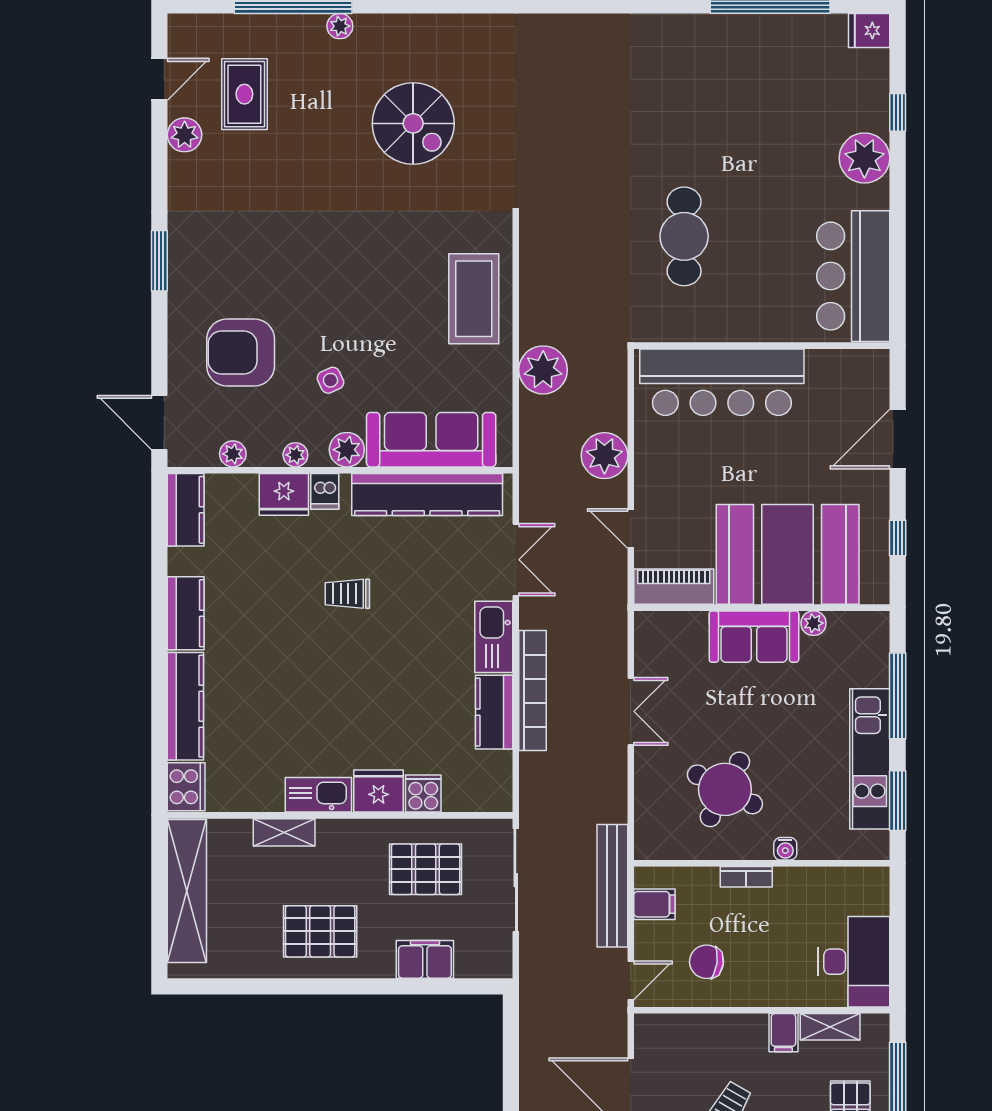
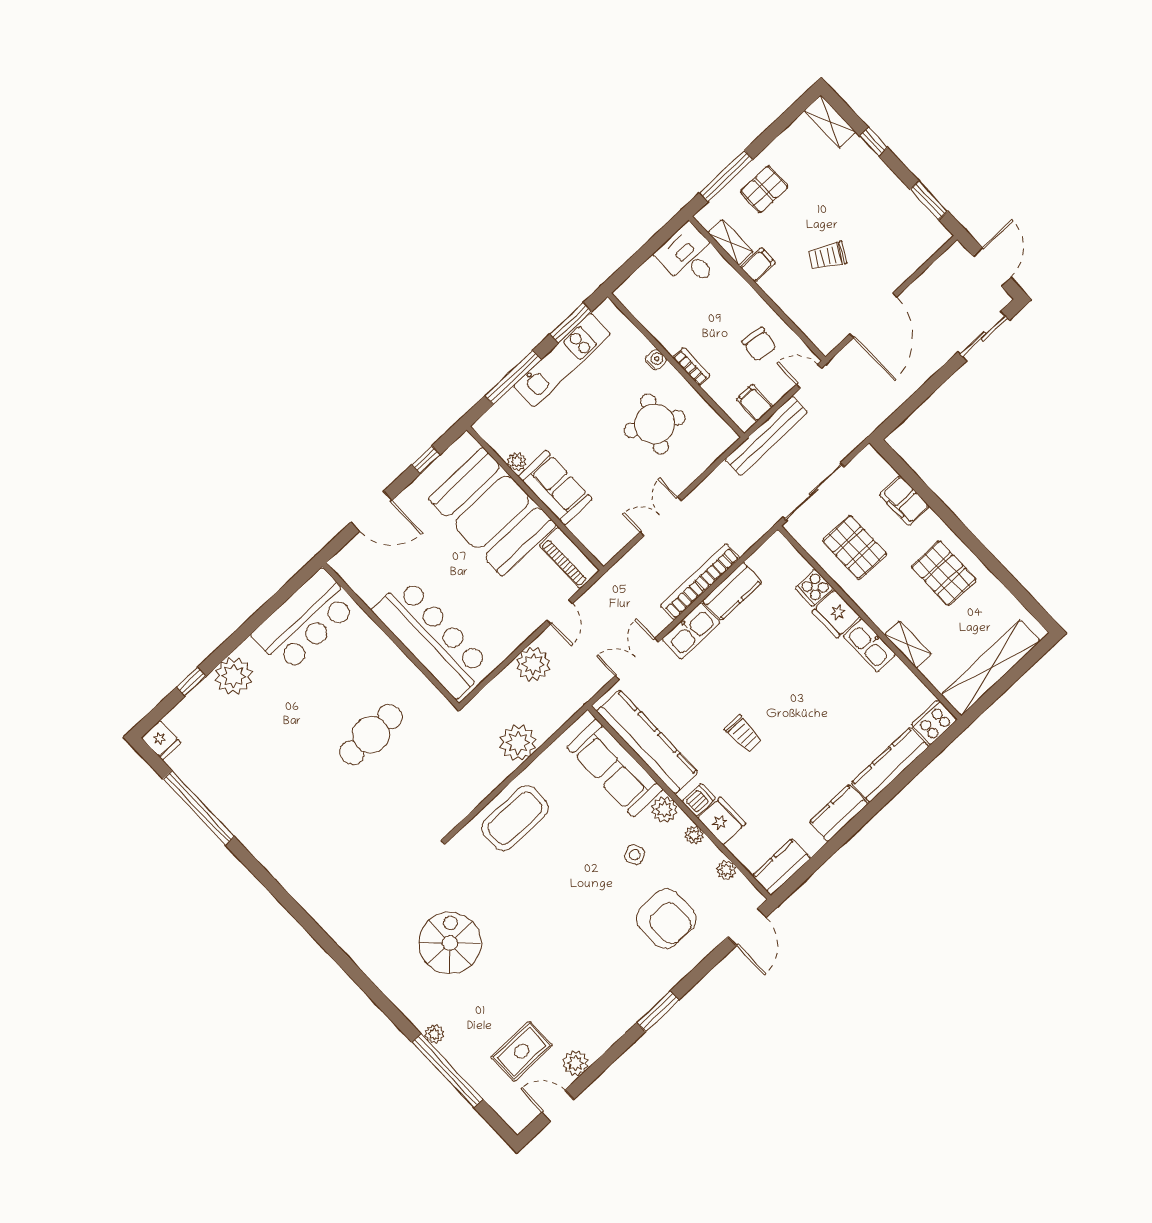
desk: (854, 962) -> (689, 257), width x0.73

